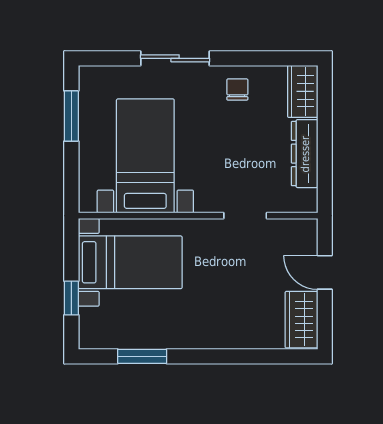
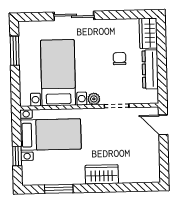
chair: (237, 89) -> (120, 59), moved
plant: (206, 202) -> (94, 99), added
door: (325, 272) -> (163, 125), moved
wardrobe: (301, 320) -> (102, 174), moved, turned 90

